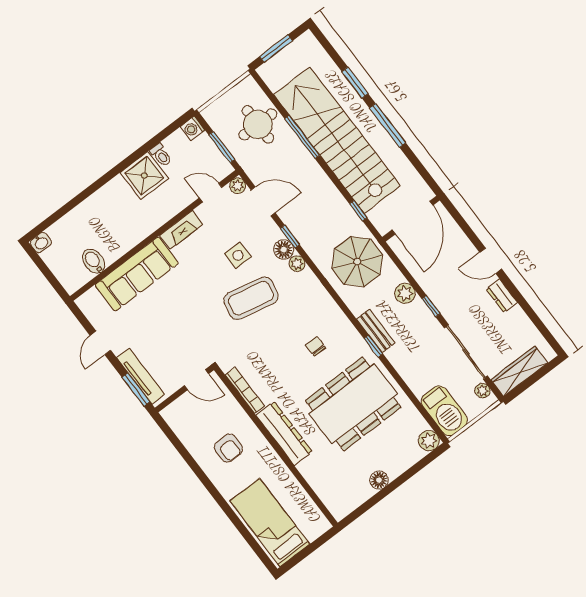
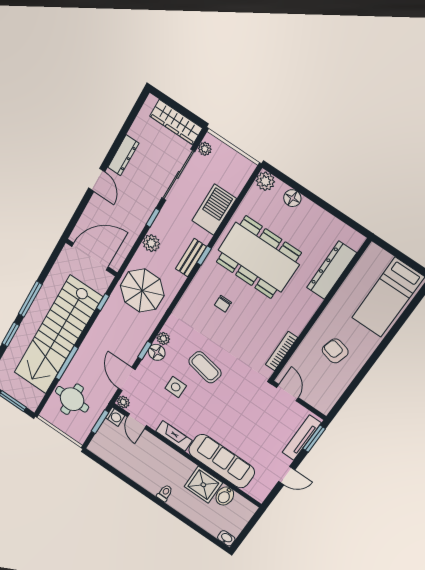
washing machine: (193, 128) -> (115, 417), moved
toilet: (161, 155) -> (165, 493), moved
shower: (144, 176) -> (203, 485), moved
dresser: (502, 296) -> (123, 155), width x1.44
coffee table: (251, 298) -> (205, 367), width x0.73, depth x0.76
barbecue: (444, 411) -> (214, 210), moved
dresser: (284, 433) -> (332, 270), moved
armchair: (228, 448) -> (335, 351), turned -75
floor lamp: (379, 480) -> (292, 198), moved

